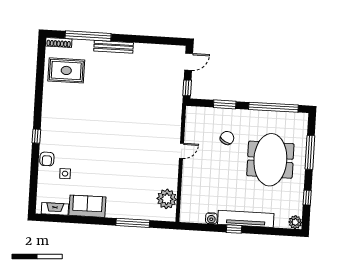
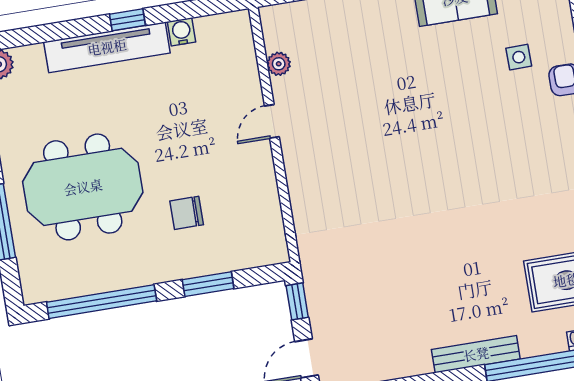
chair: (227, 138) -> (187, 213), turned 61
door: (181, 151) -> (272, 121), moved
meeting table: (270, 160) -> (83, 187), turned 90
plant: (167, 199) -> (279, 64), width x0.53, depth x0.53

